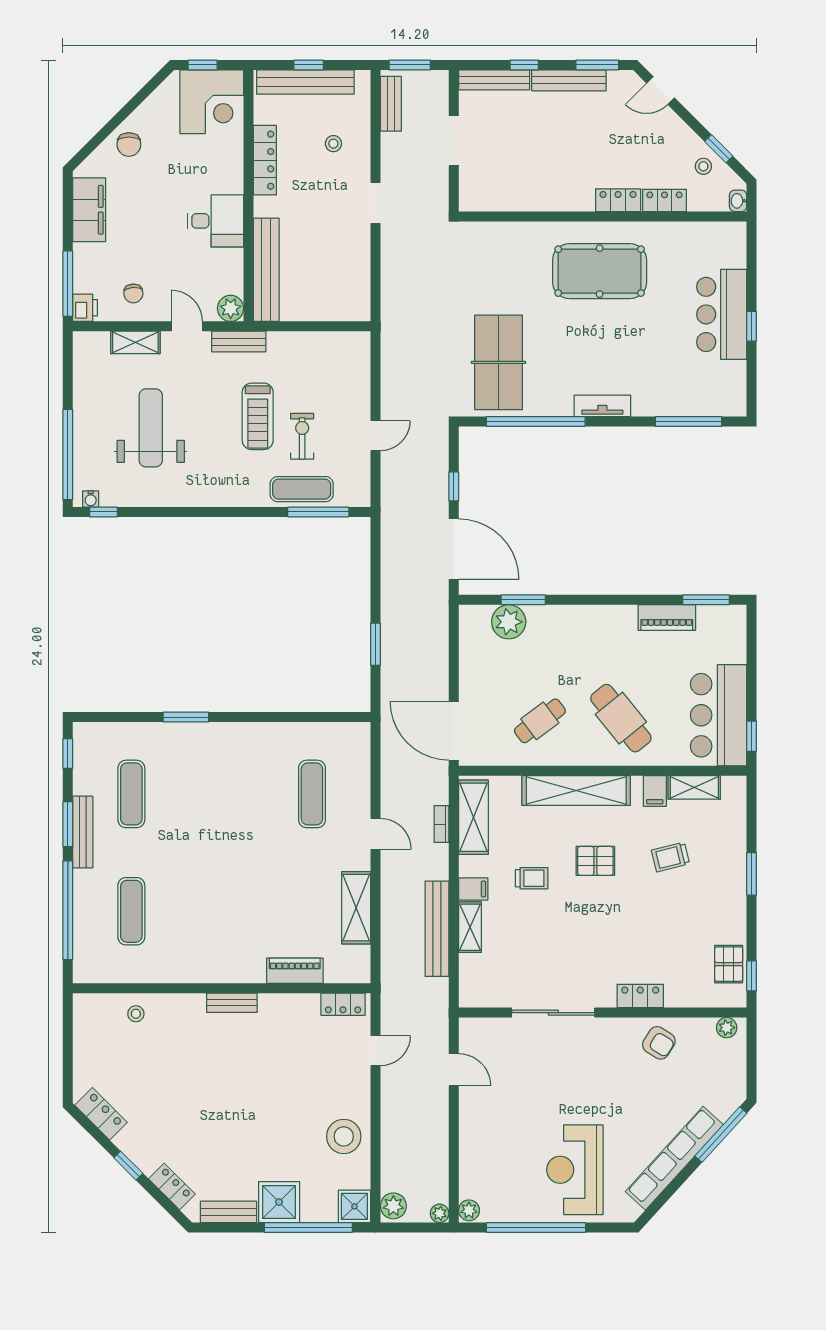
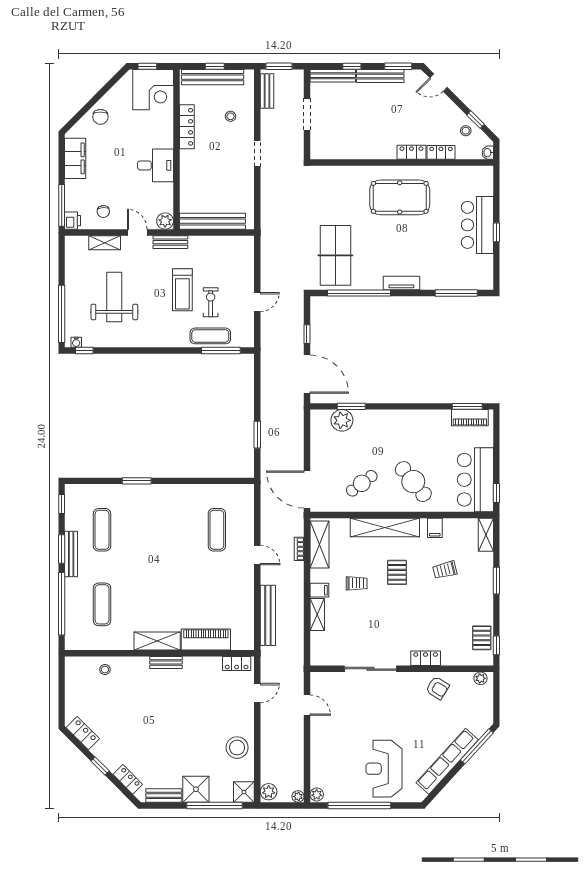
bench: (266, 270) -> (212, 221), moved, turned 90
piano: (667, 618) -> (470, 418), moved
shelving: (694, 787) -> (486, 535), moved, turned 90
pallet: (595, 861) -> (397, 572), turned 90
shelving: (356, 908) -> (157, 641), moved, turned 90
bench: (437, 929) -> (268, 615), moved
piano: (295, 971) -> (206, 639), width x1.37, depth x1.33

